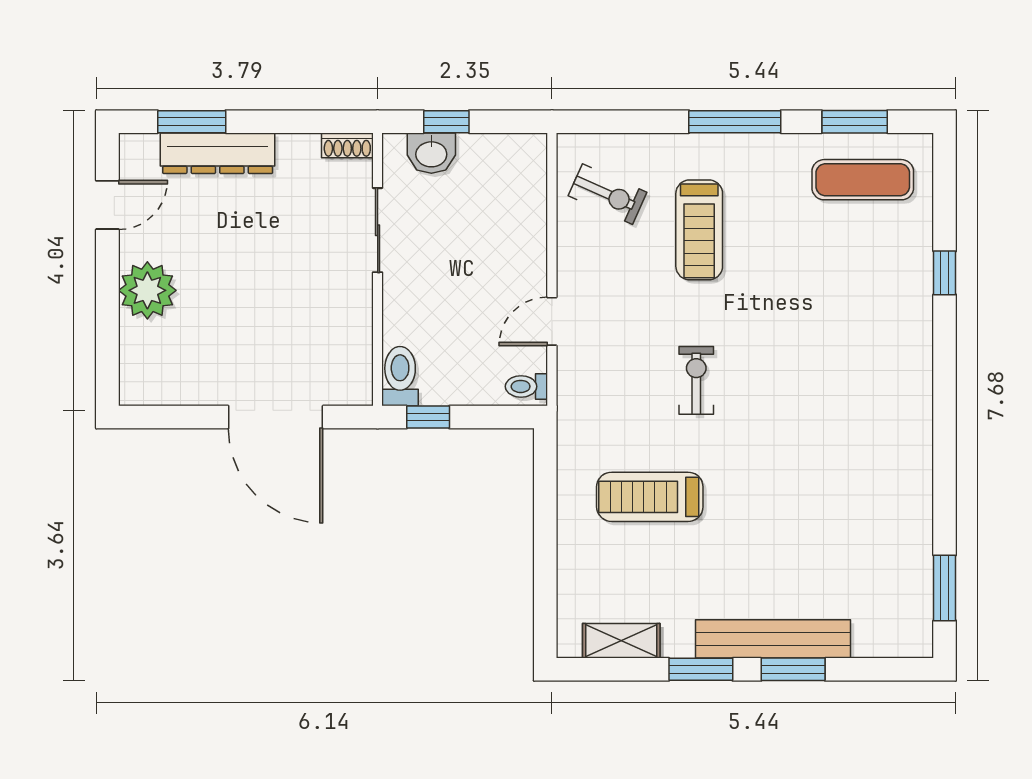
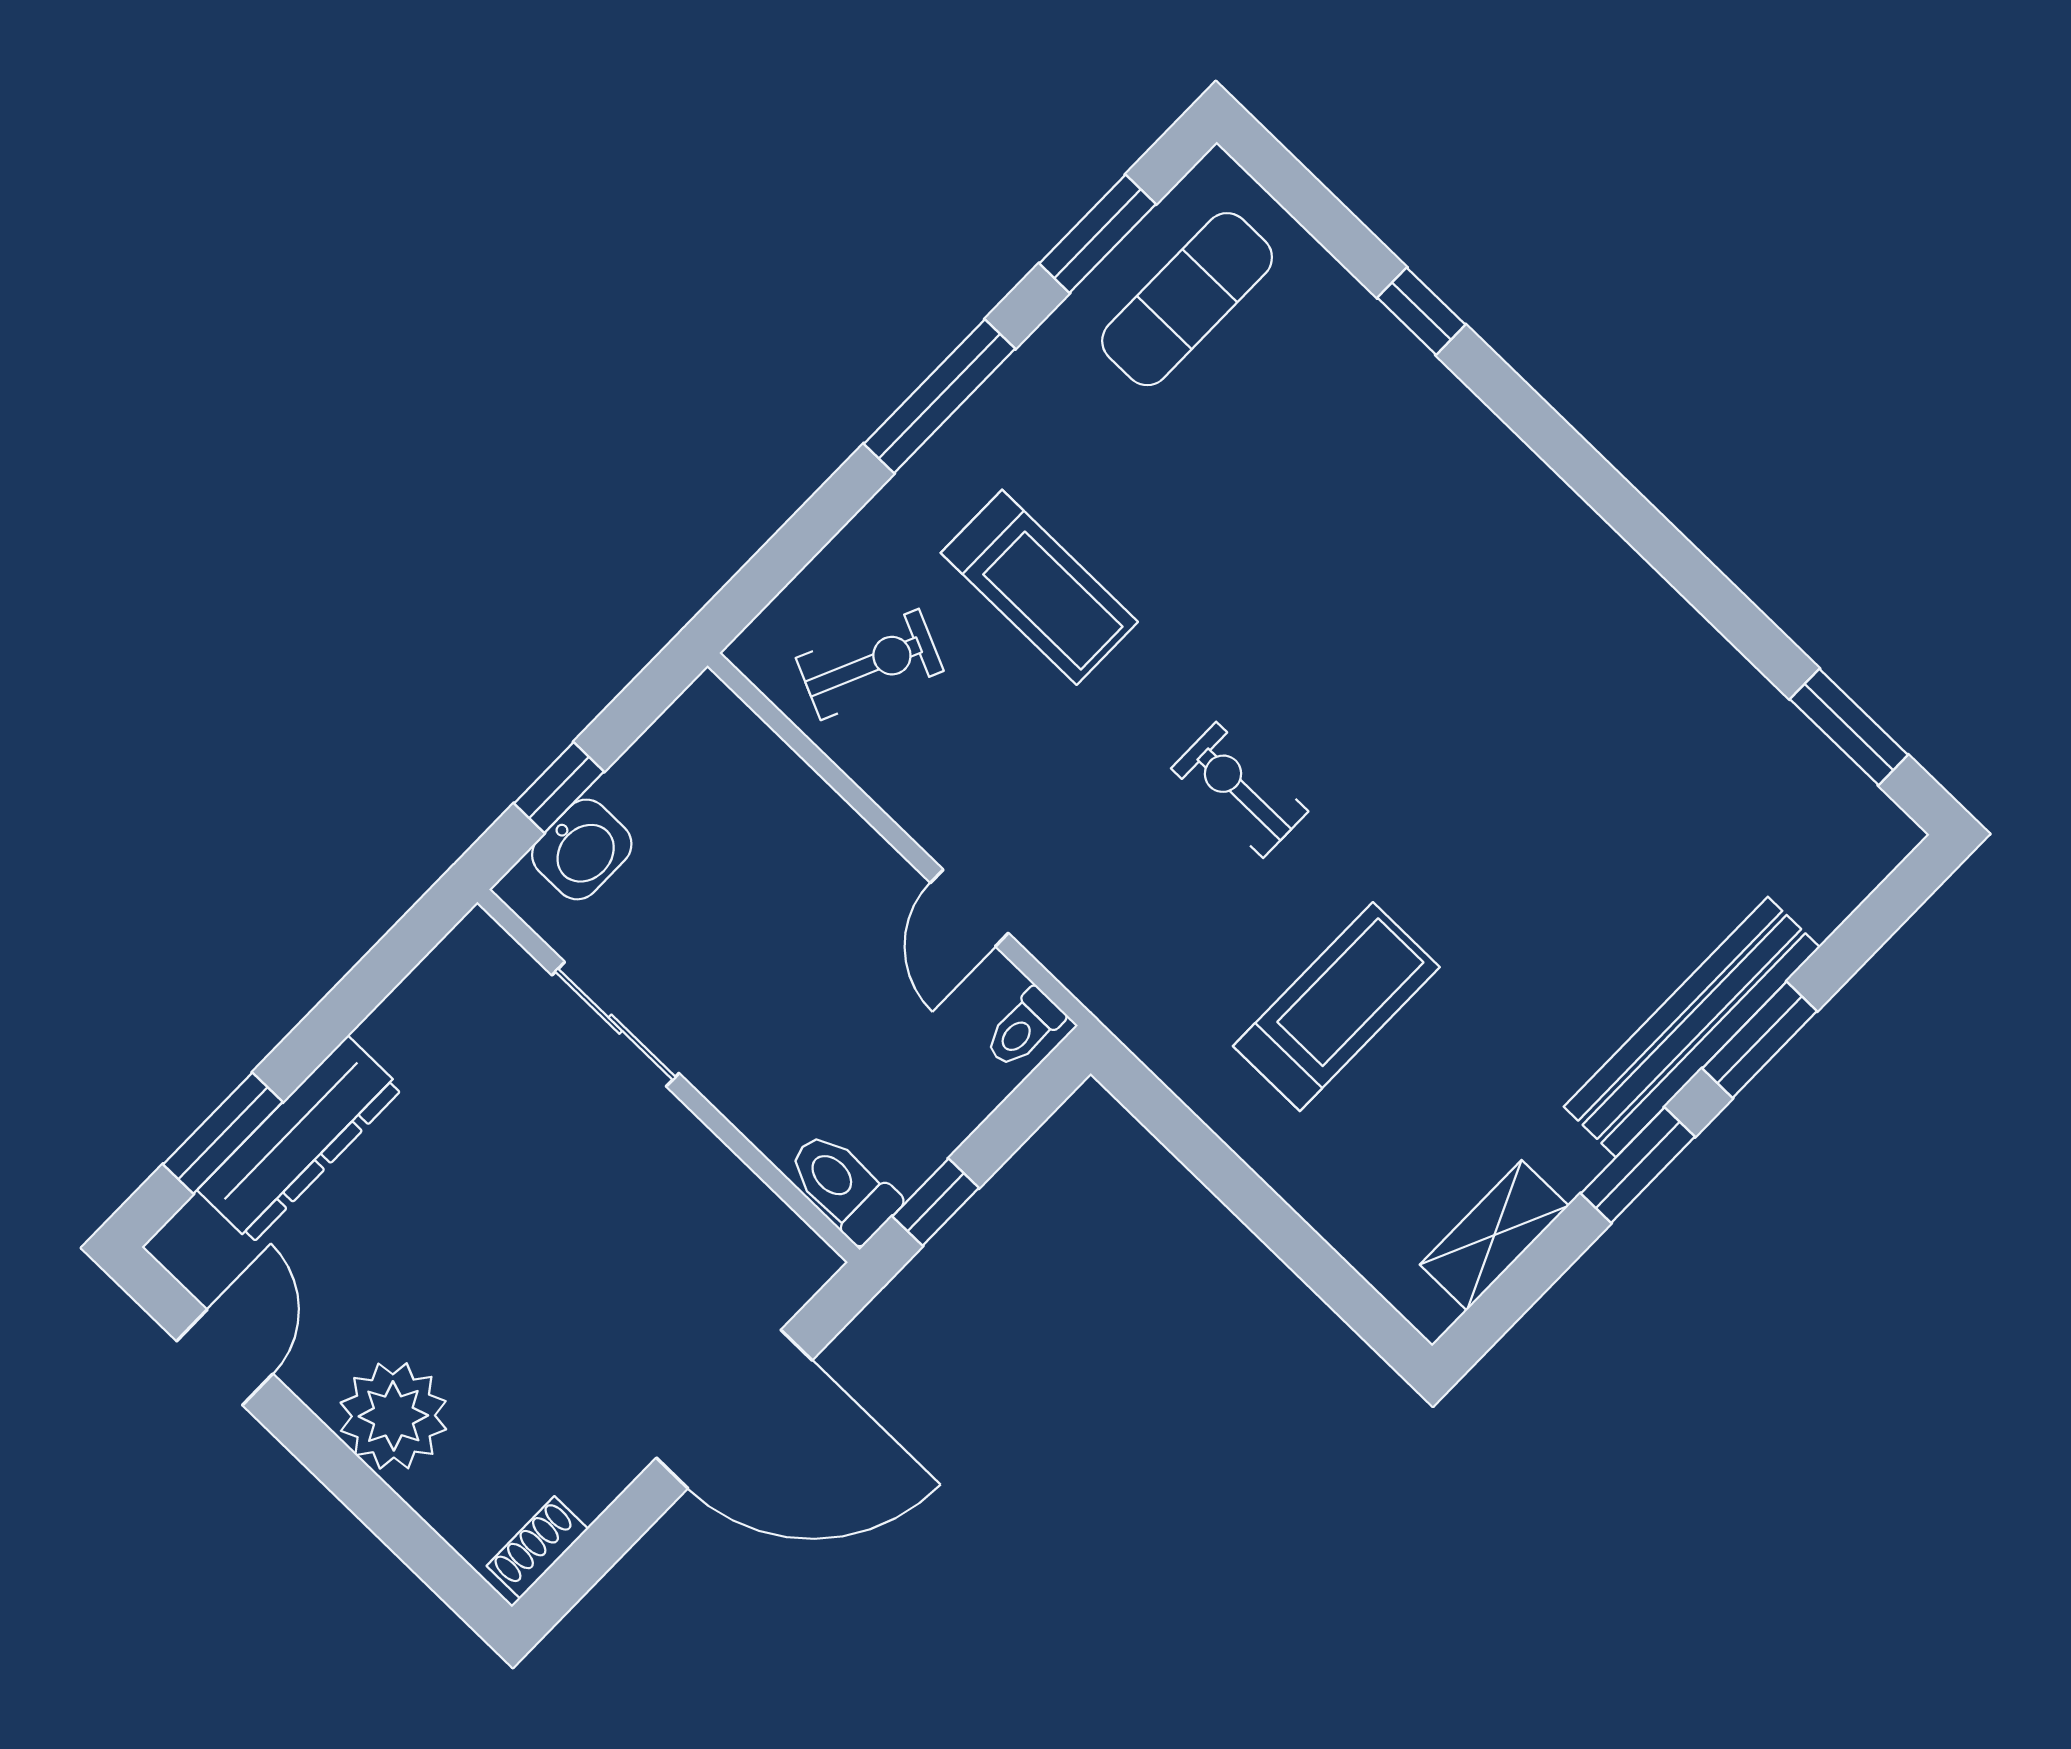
shoe rack: (347, 145) -> (537, 1547), moved, turned 180
treadmill: (650, 497) -> (1336, 1007), turned 180

